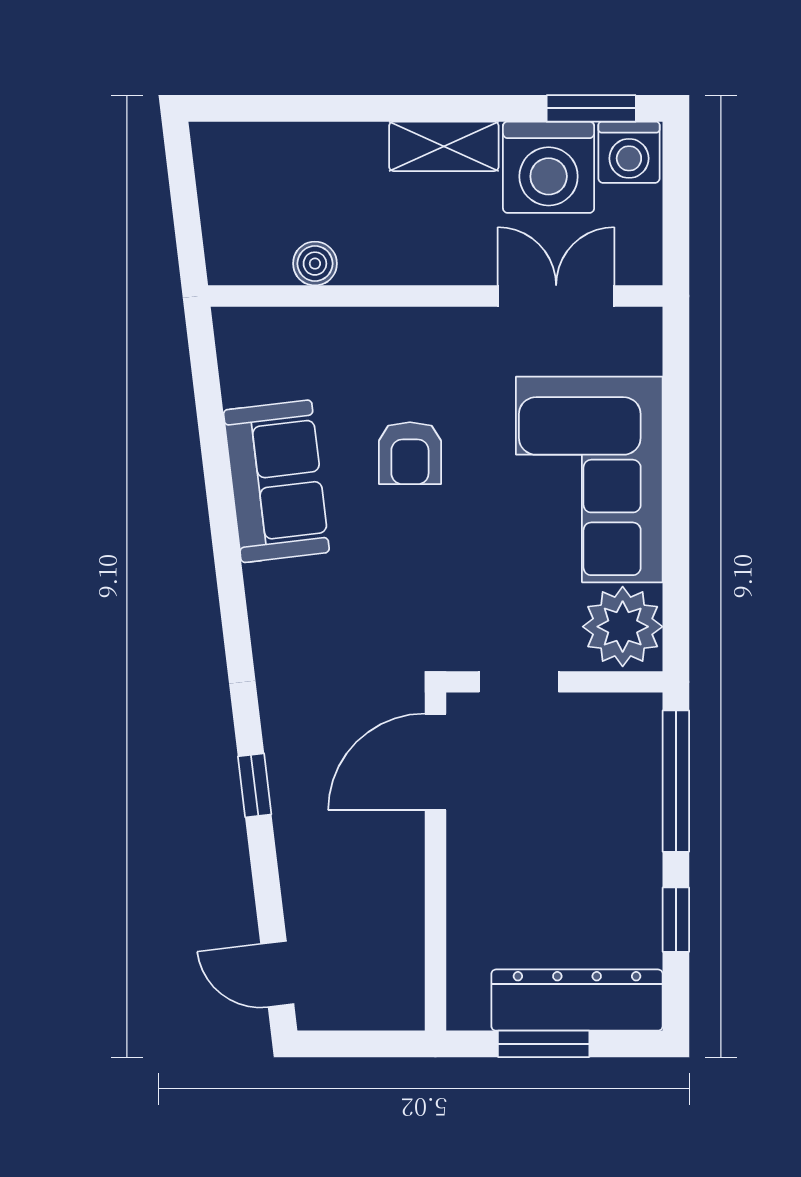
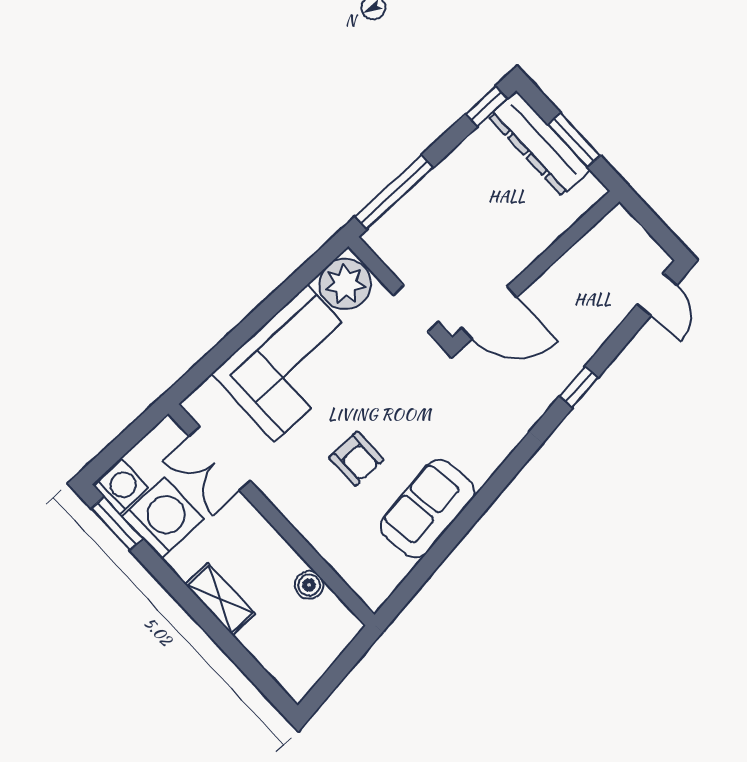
shelving: (444, 146) -> (220, 599), moved
armchair: (410, 453) -> (356, 459), turned 90
window: (676, 920) -> (486, 106), moved

